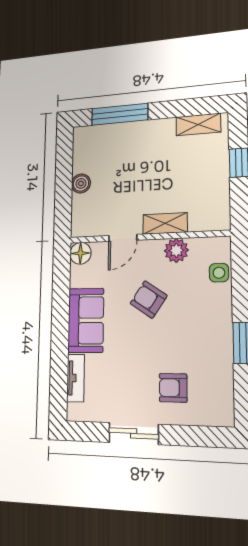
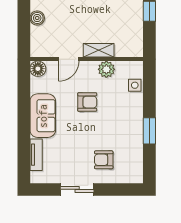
armchair: (149, 299) -> (87, 102), turned 146

